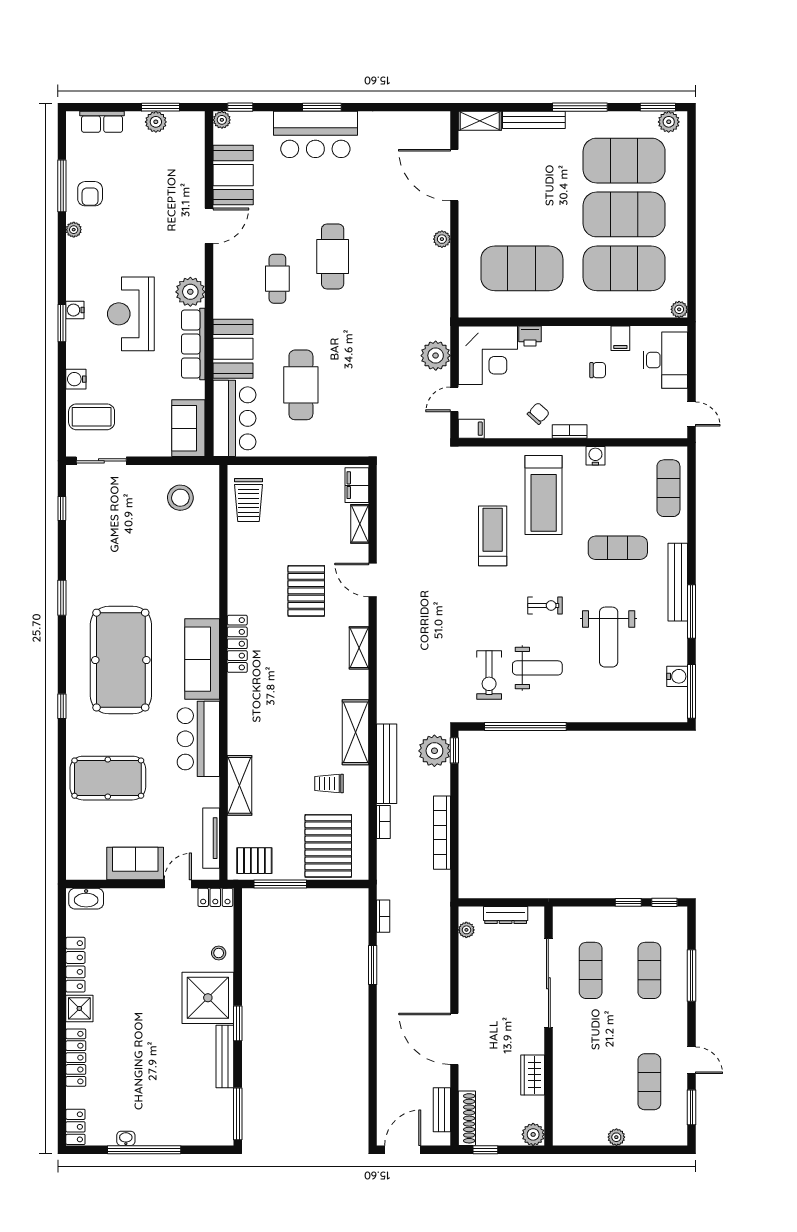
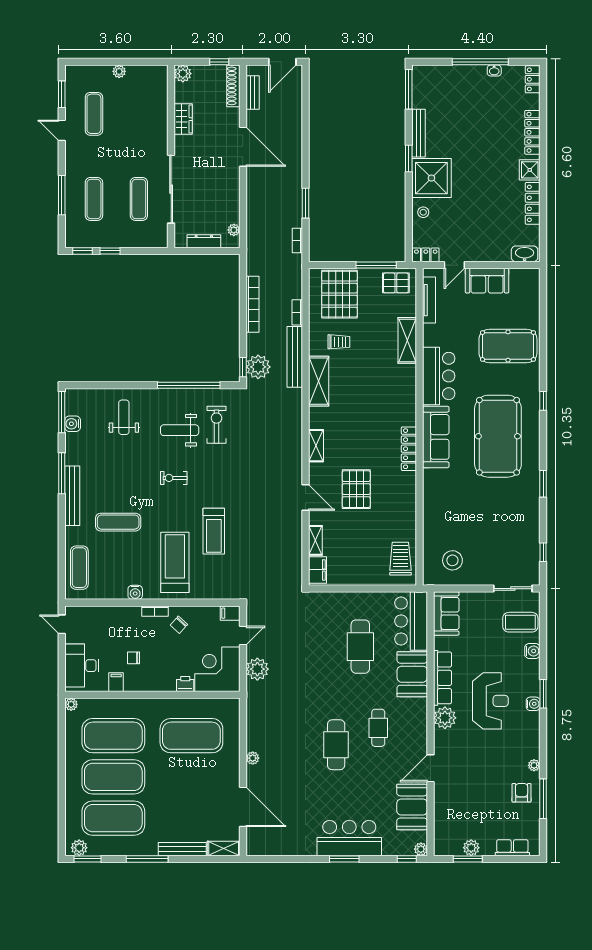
weight bench: (609, 637) -> (124, 417), moved, width x0.73, depth x0.75

